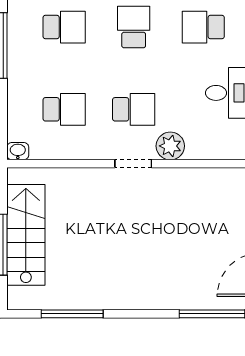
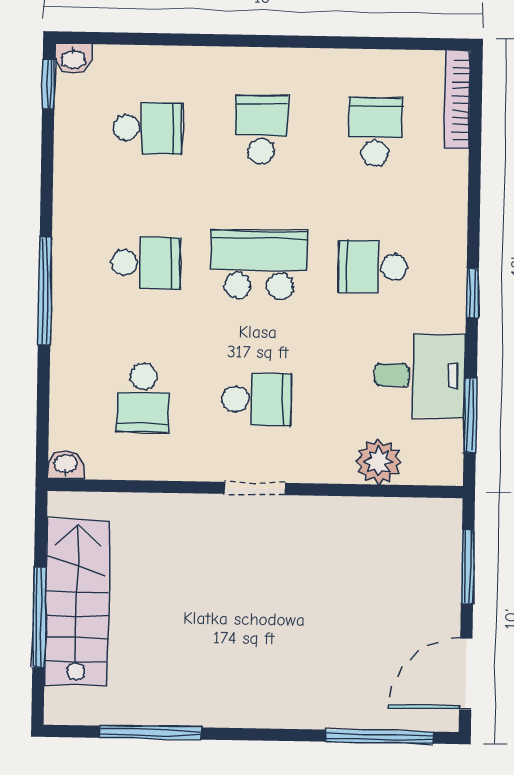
school desk: (134, 27) -> (259, 265), width x1.85
school desk: (64, 109) -> (143, 397), turned 90
plant: (170, 146) -> (378, 462), moved

